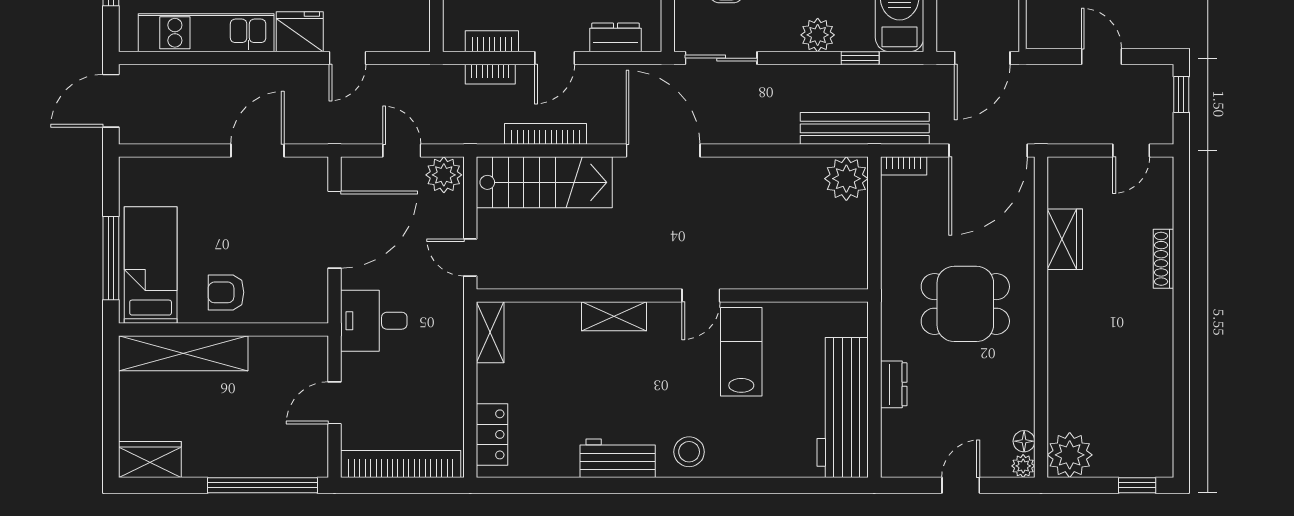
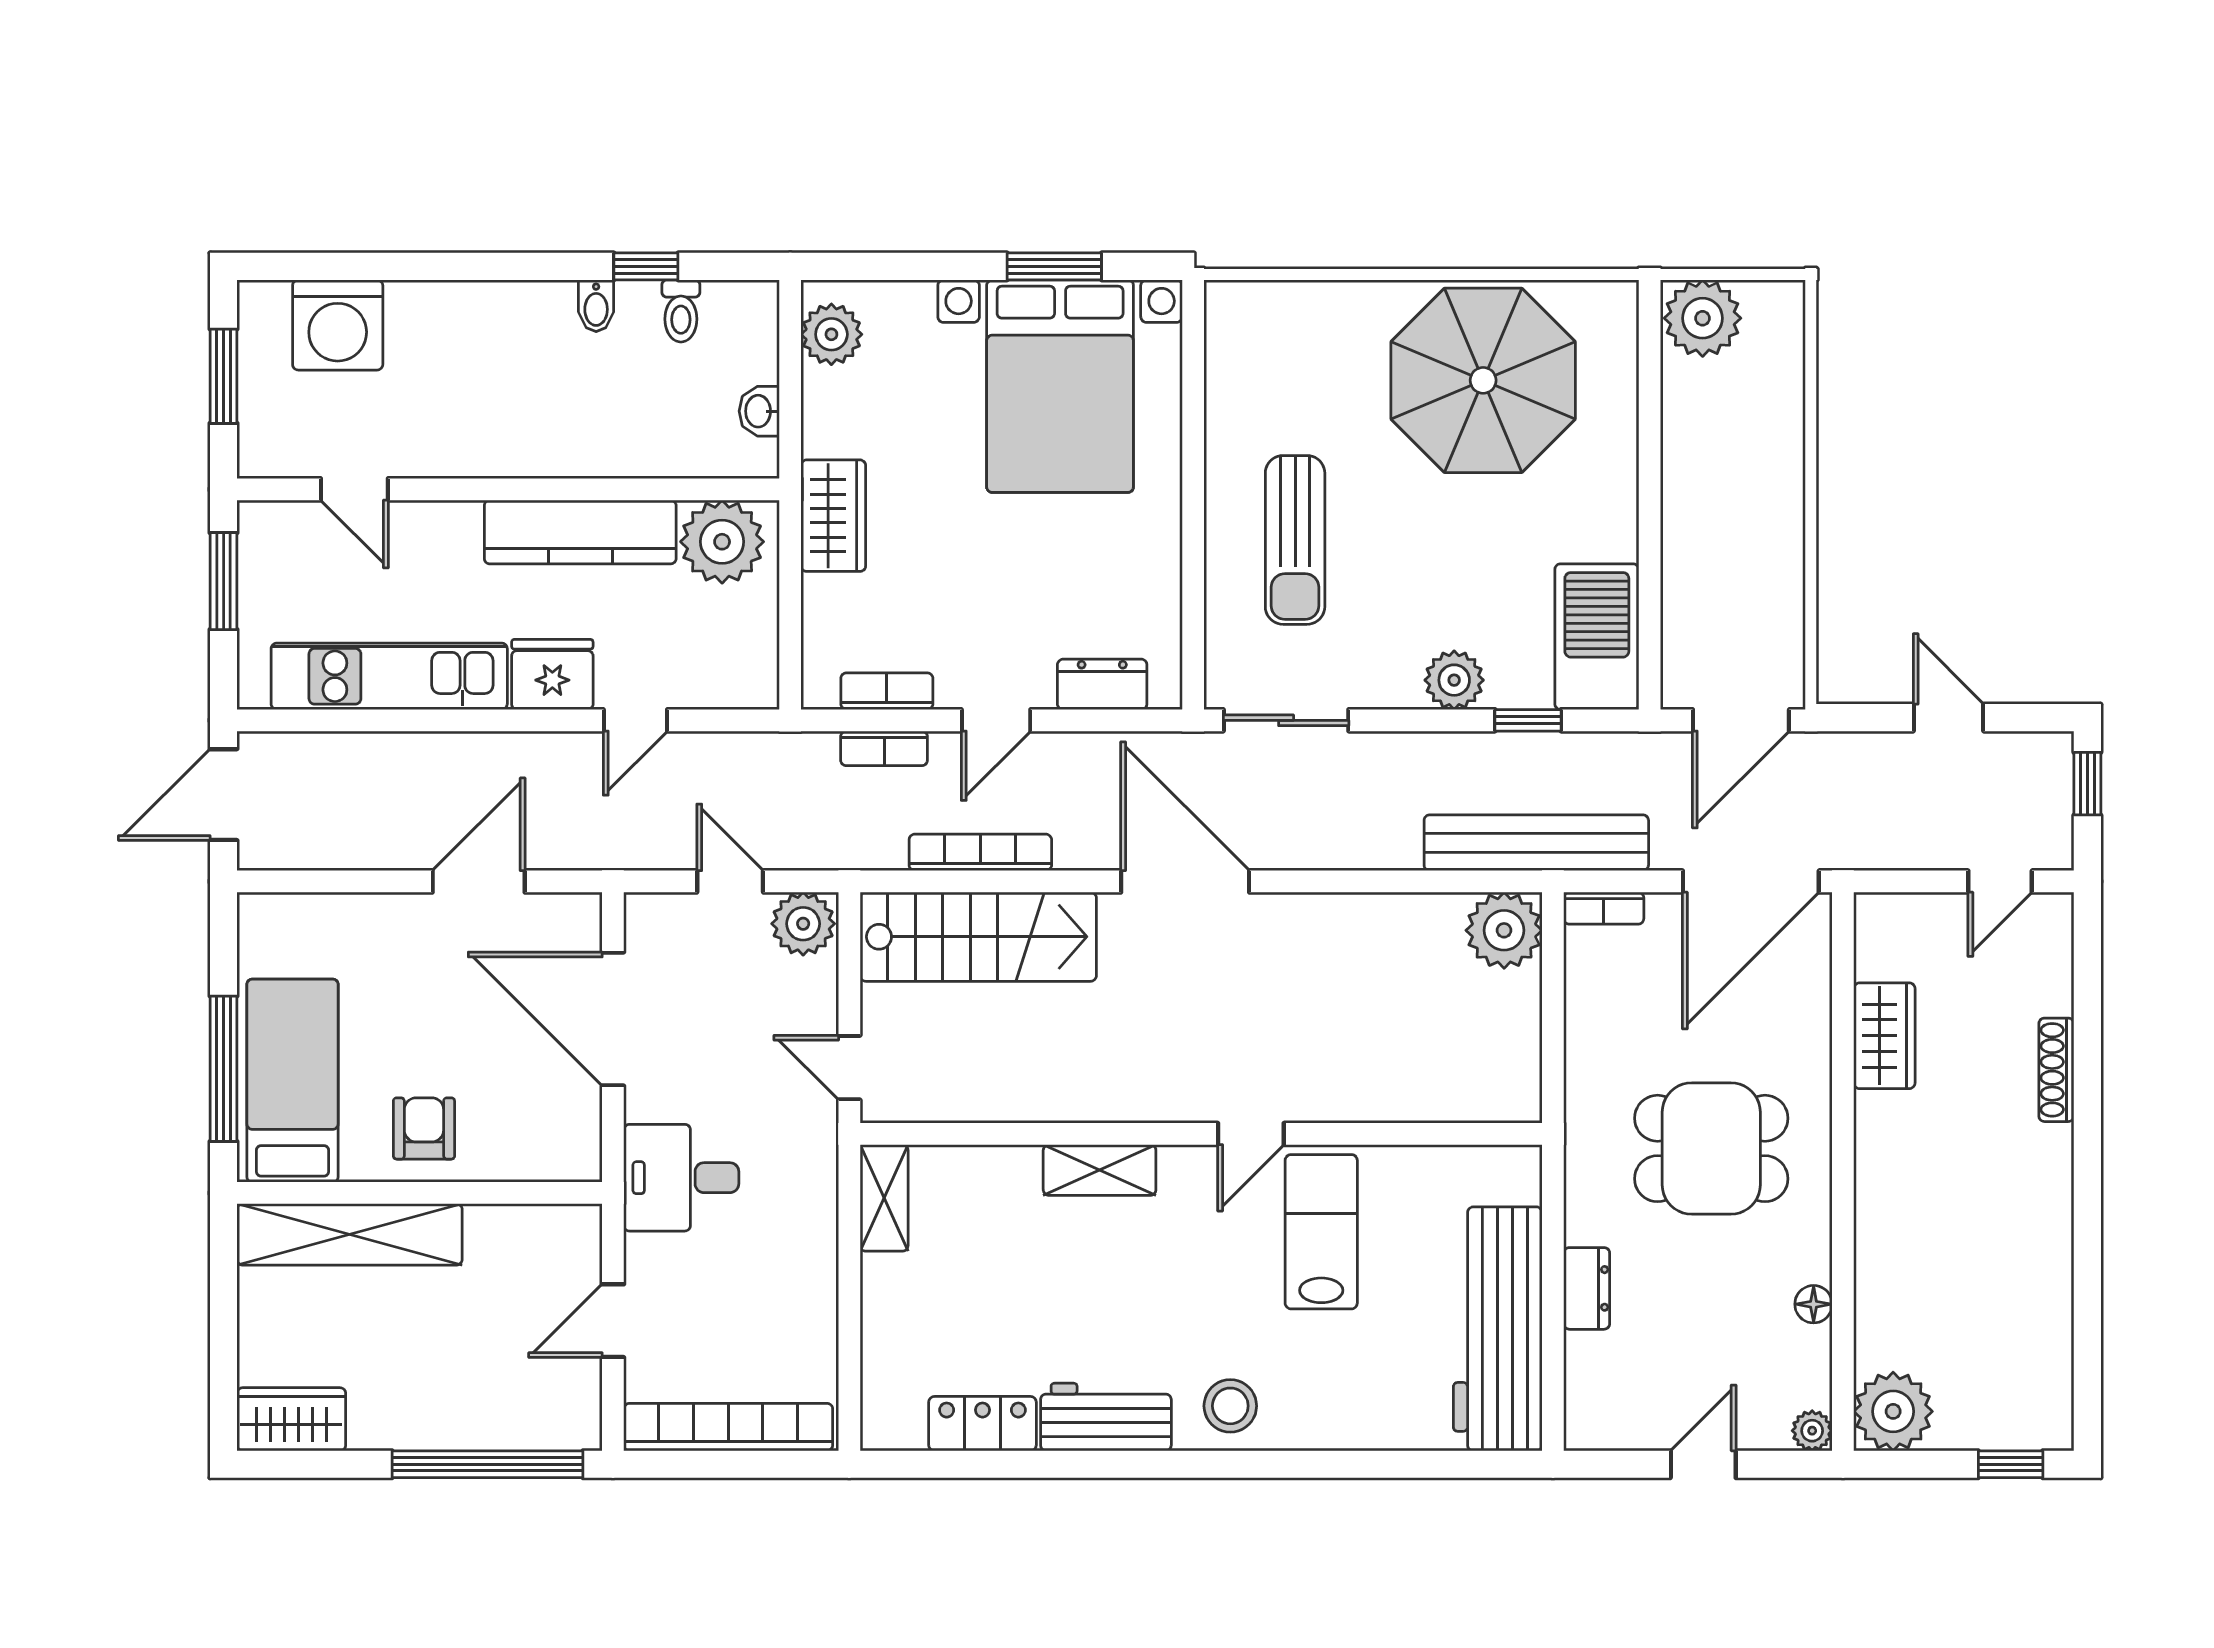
door: (335, 230) -> (613, 1019), swing flipped
armchair: (226, 292) -> (424, 1128), turned 90
locker: (492, 434) -> (982, 1424), moved, turned -90
floor lamp: (1024, 441) -> (1814, 1304), moved

